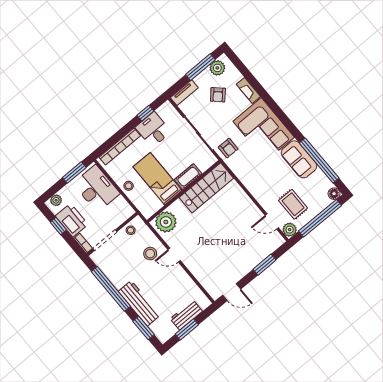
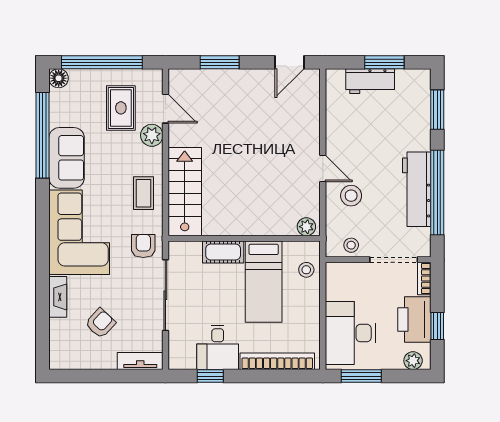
window: (200, 67) -> (93, 376), removed
plant: (217, 68) -> (73, 357), removed
coffee table: (249, 173) -> (143, 193), added
stool: (129, 186) -> (306, 270), moved
stairs: (206, 188) -> (185, 192), moved, turned 90
plant: (166, 222) -> (306, 227), width x0.53, depth x0.53
plant: (290, 230) -> (152, 135), moved
door: (232, 292) -> (290, 62), swing flipped
workbench: (139, 303) -> (417, 189), moved

